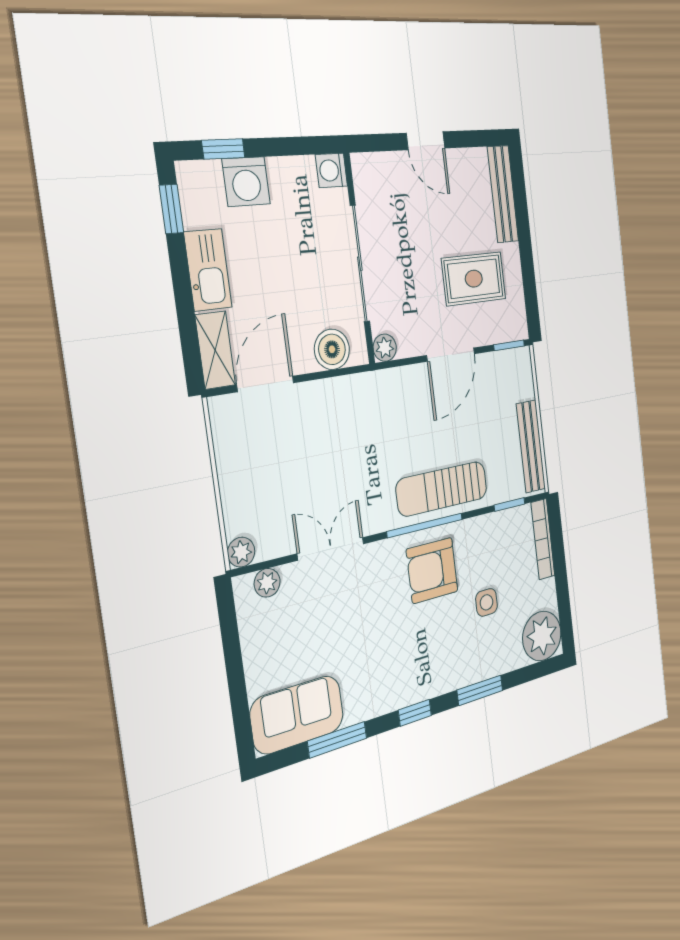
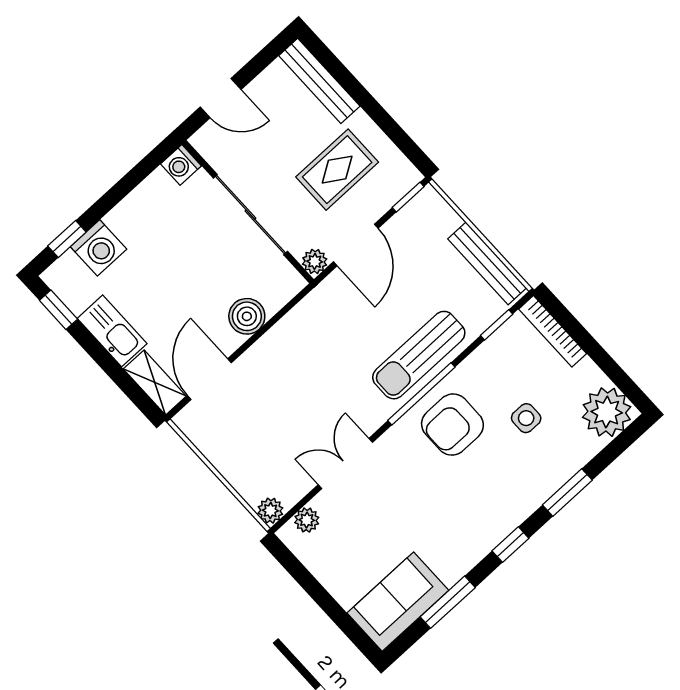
washing machine: (331, 170) -> (181, 165), moved
wall: (359, 259) -> (248, 212), moved
sliding door: (360, 264) -> (251, 215), moved
plant: (385, 348) -> (315, 261), moved

